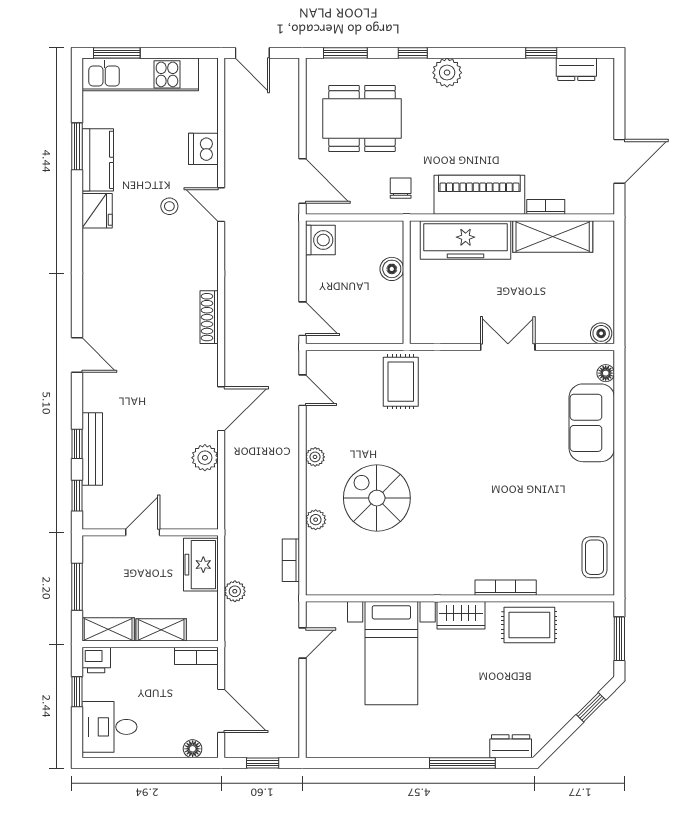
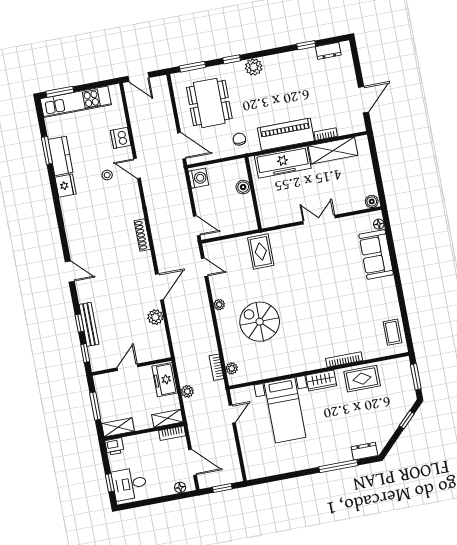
dining table: (362, 119) -> (209, 103), turned 90
plant: (316, 520) -> (232, 368), moved
shelving: (161, 630) -> (167, 418), moved
window: (77, 692) -> (110, 483), moved

